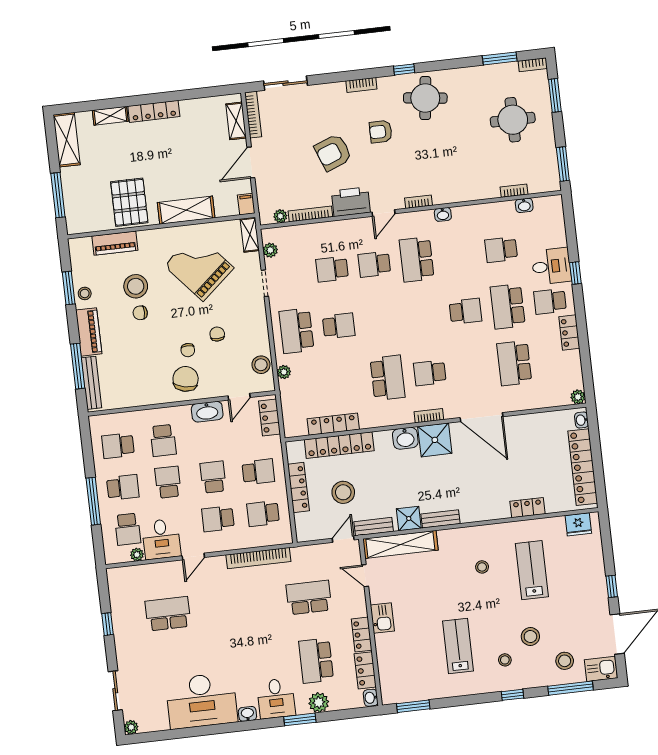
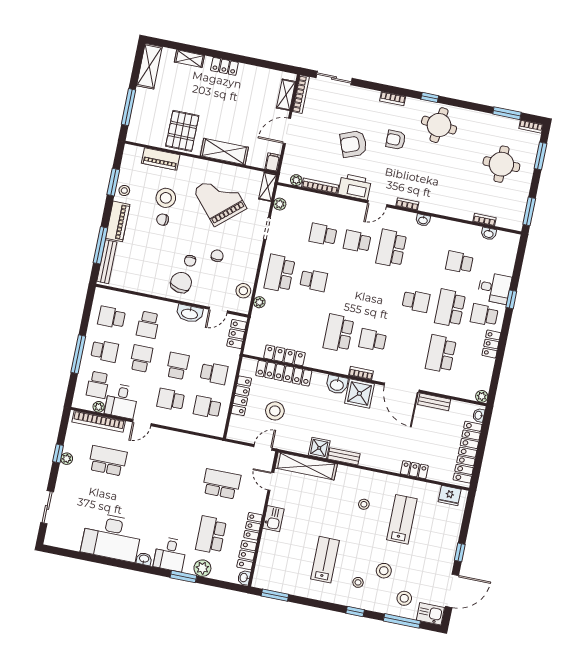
locker: (154, 111) -> (224, 66), width x0.66
school desk: (388, 378) -> (338, 333), turned 180
bench: (374, 527) -> (434, 402), moved
bookcase: (258, 558) -> (99, 421), moved
plant: (131, 727) -> (67, 459), moved

